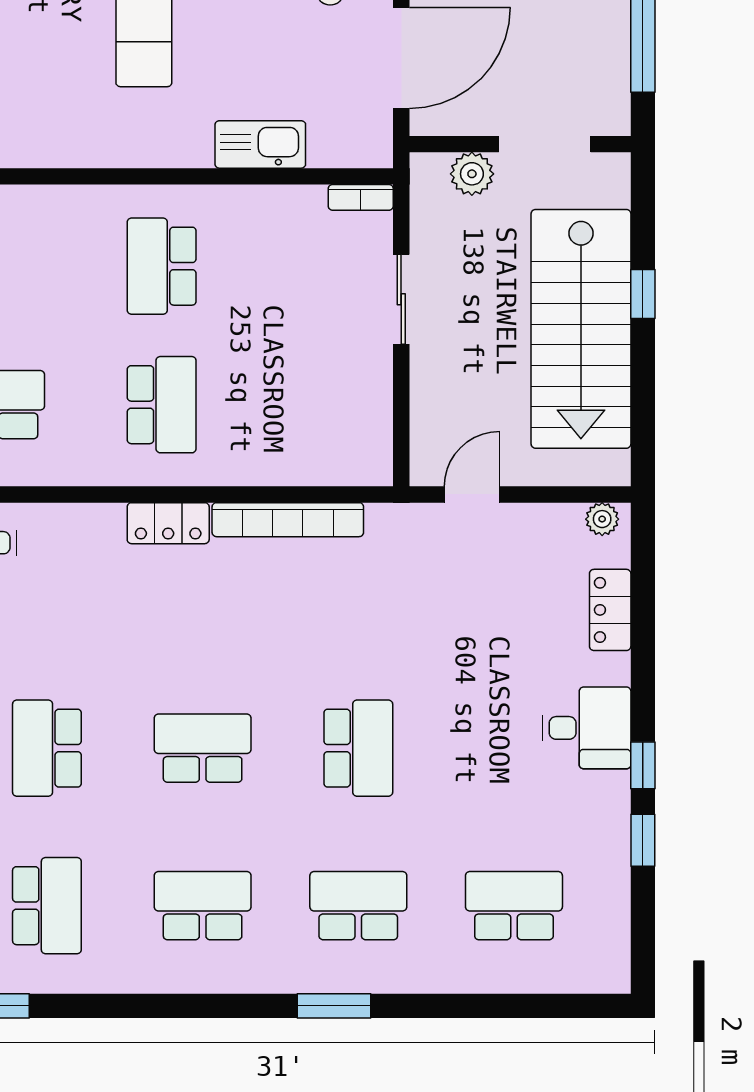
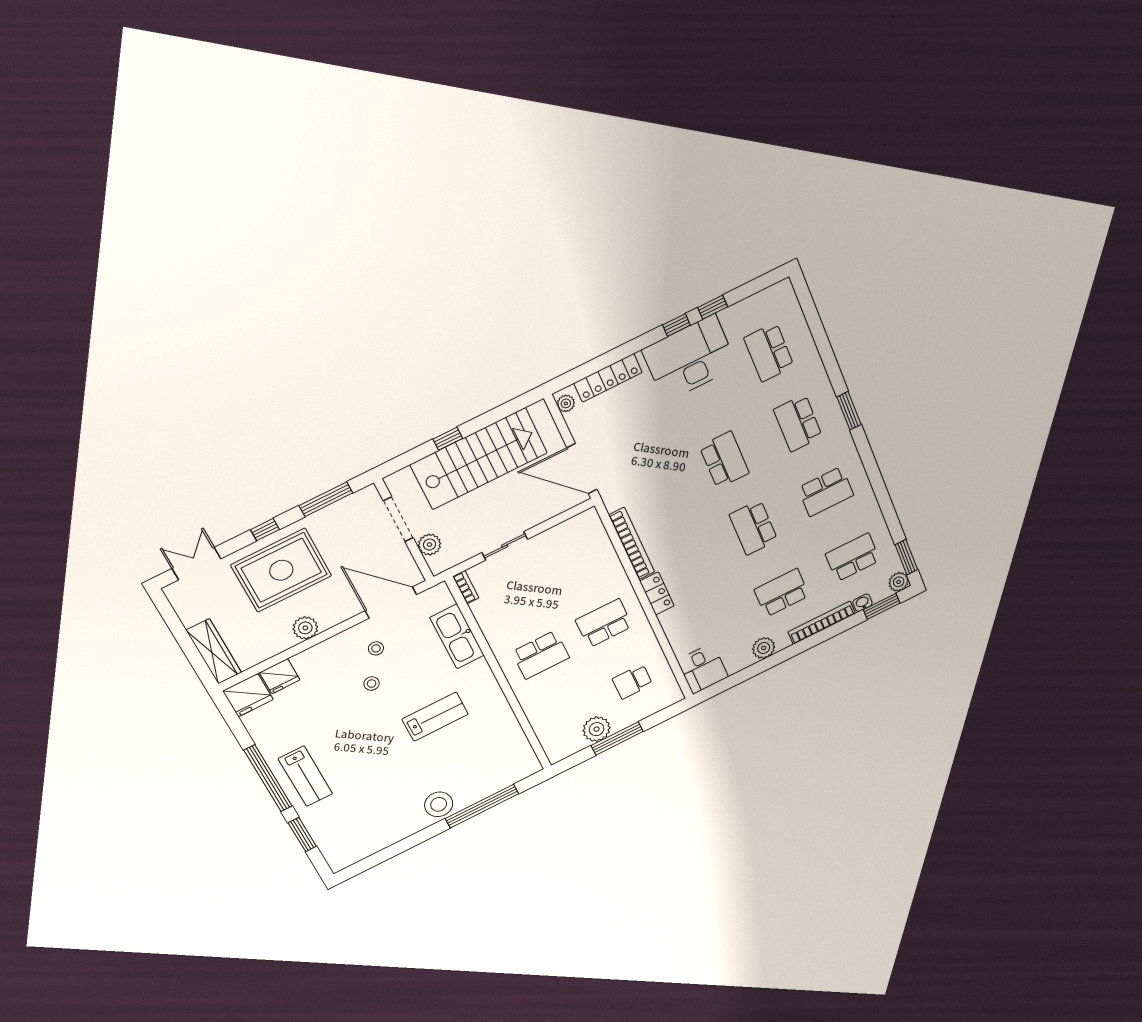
kitchen sink: (260, 144) -> (457, 636), width x1.36, depth x1.24
door: (472, 494) -> (582, 469), width x1.87
locker: (610, 610) -> (608, 378), width x1.53
desk: (587, 728) -> (690, 358), width x1.87, depth x1.30
school desk: (47, 748) -> (782, 593), turned 180
school desk: (358, 748) -> (724, 460), turned 90
school desk: (203, 906) -> (826, 491), turned -90

